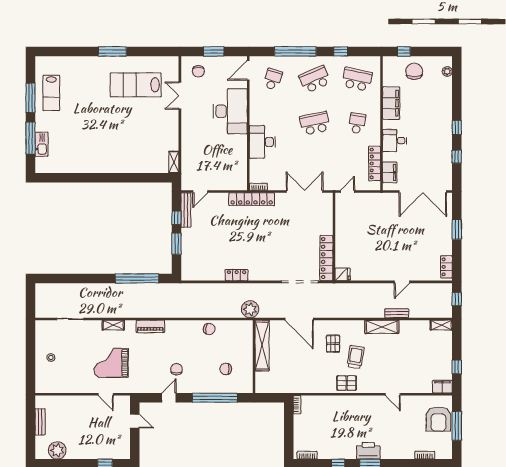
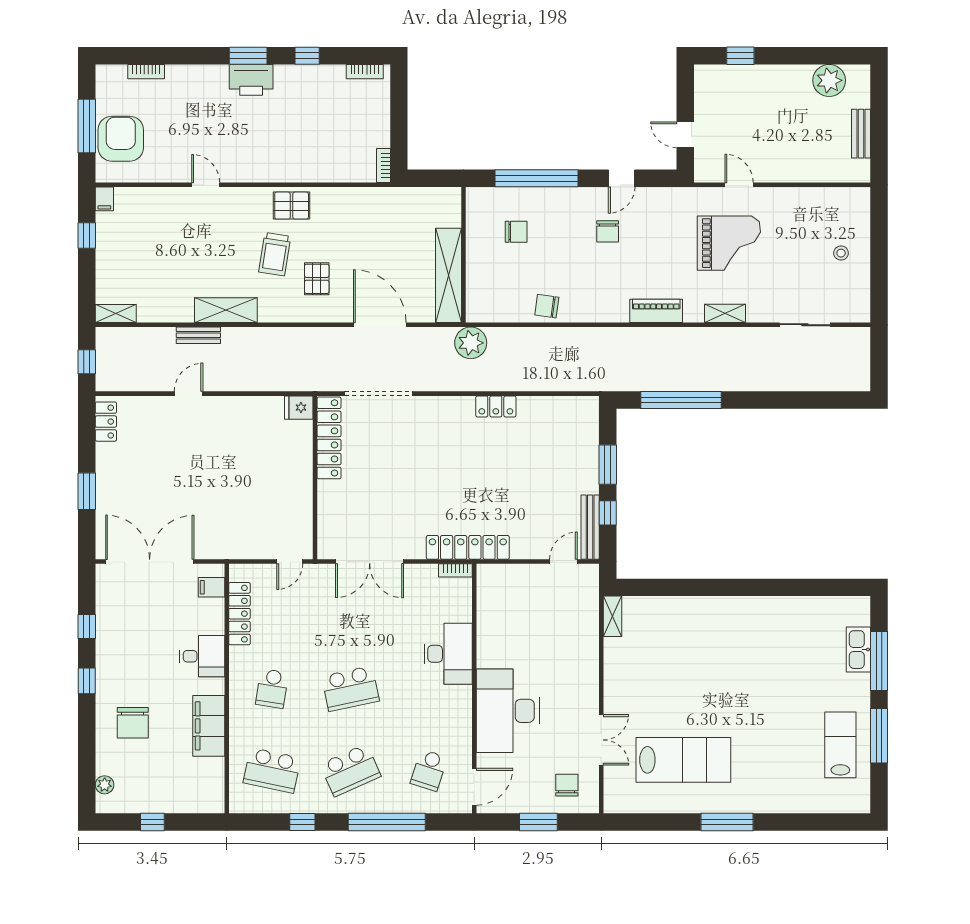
window: (404, 51) -> (152, 822), moved
chair: (414, 71) -> (133, 723), moved
filing cabinet: (390, 172) -> (211, 587), width x0.50
filing cabinet: (442, 387) -> (104, 199), width x0.50

